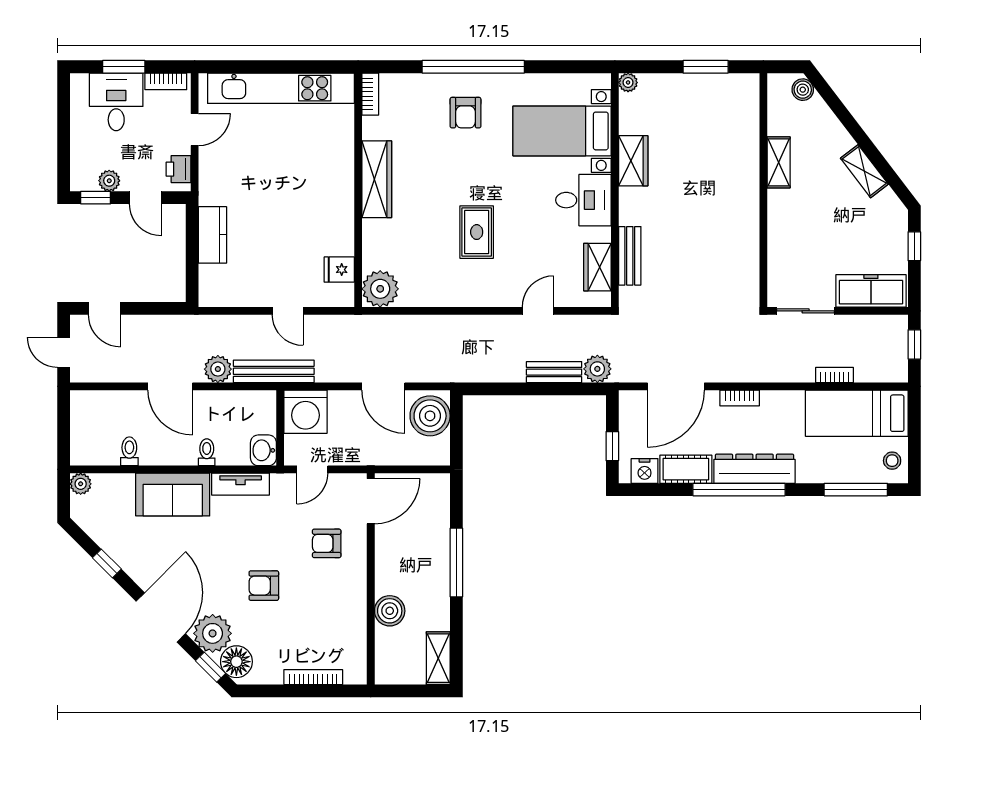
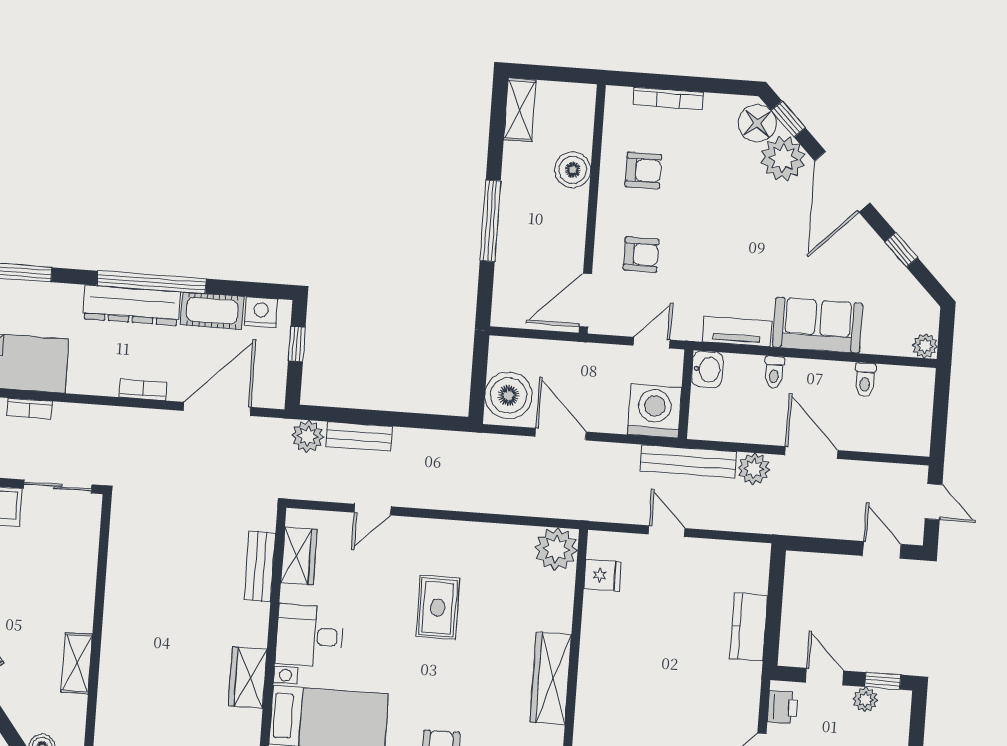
armchair: (264, 586) -> (643, 170), moved

